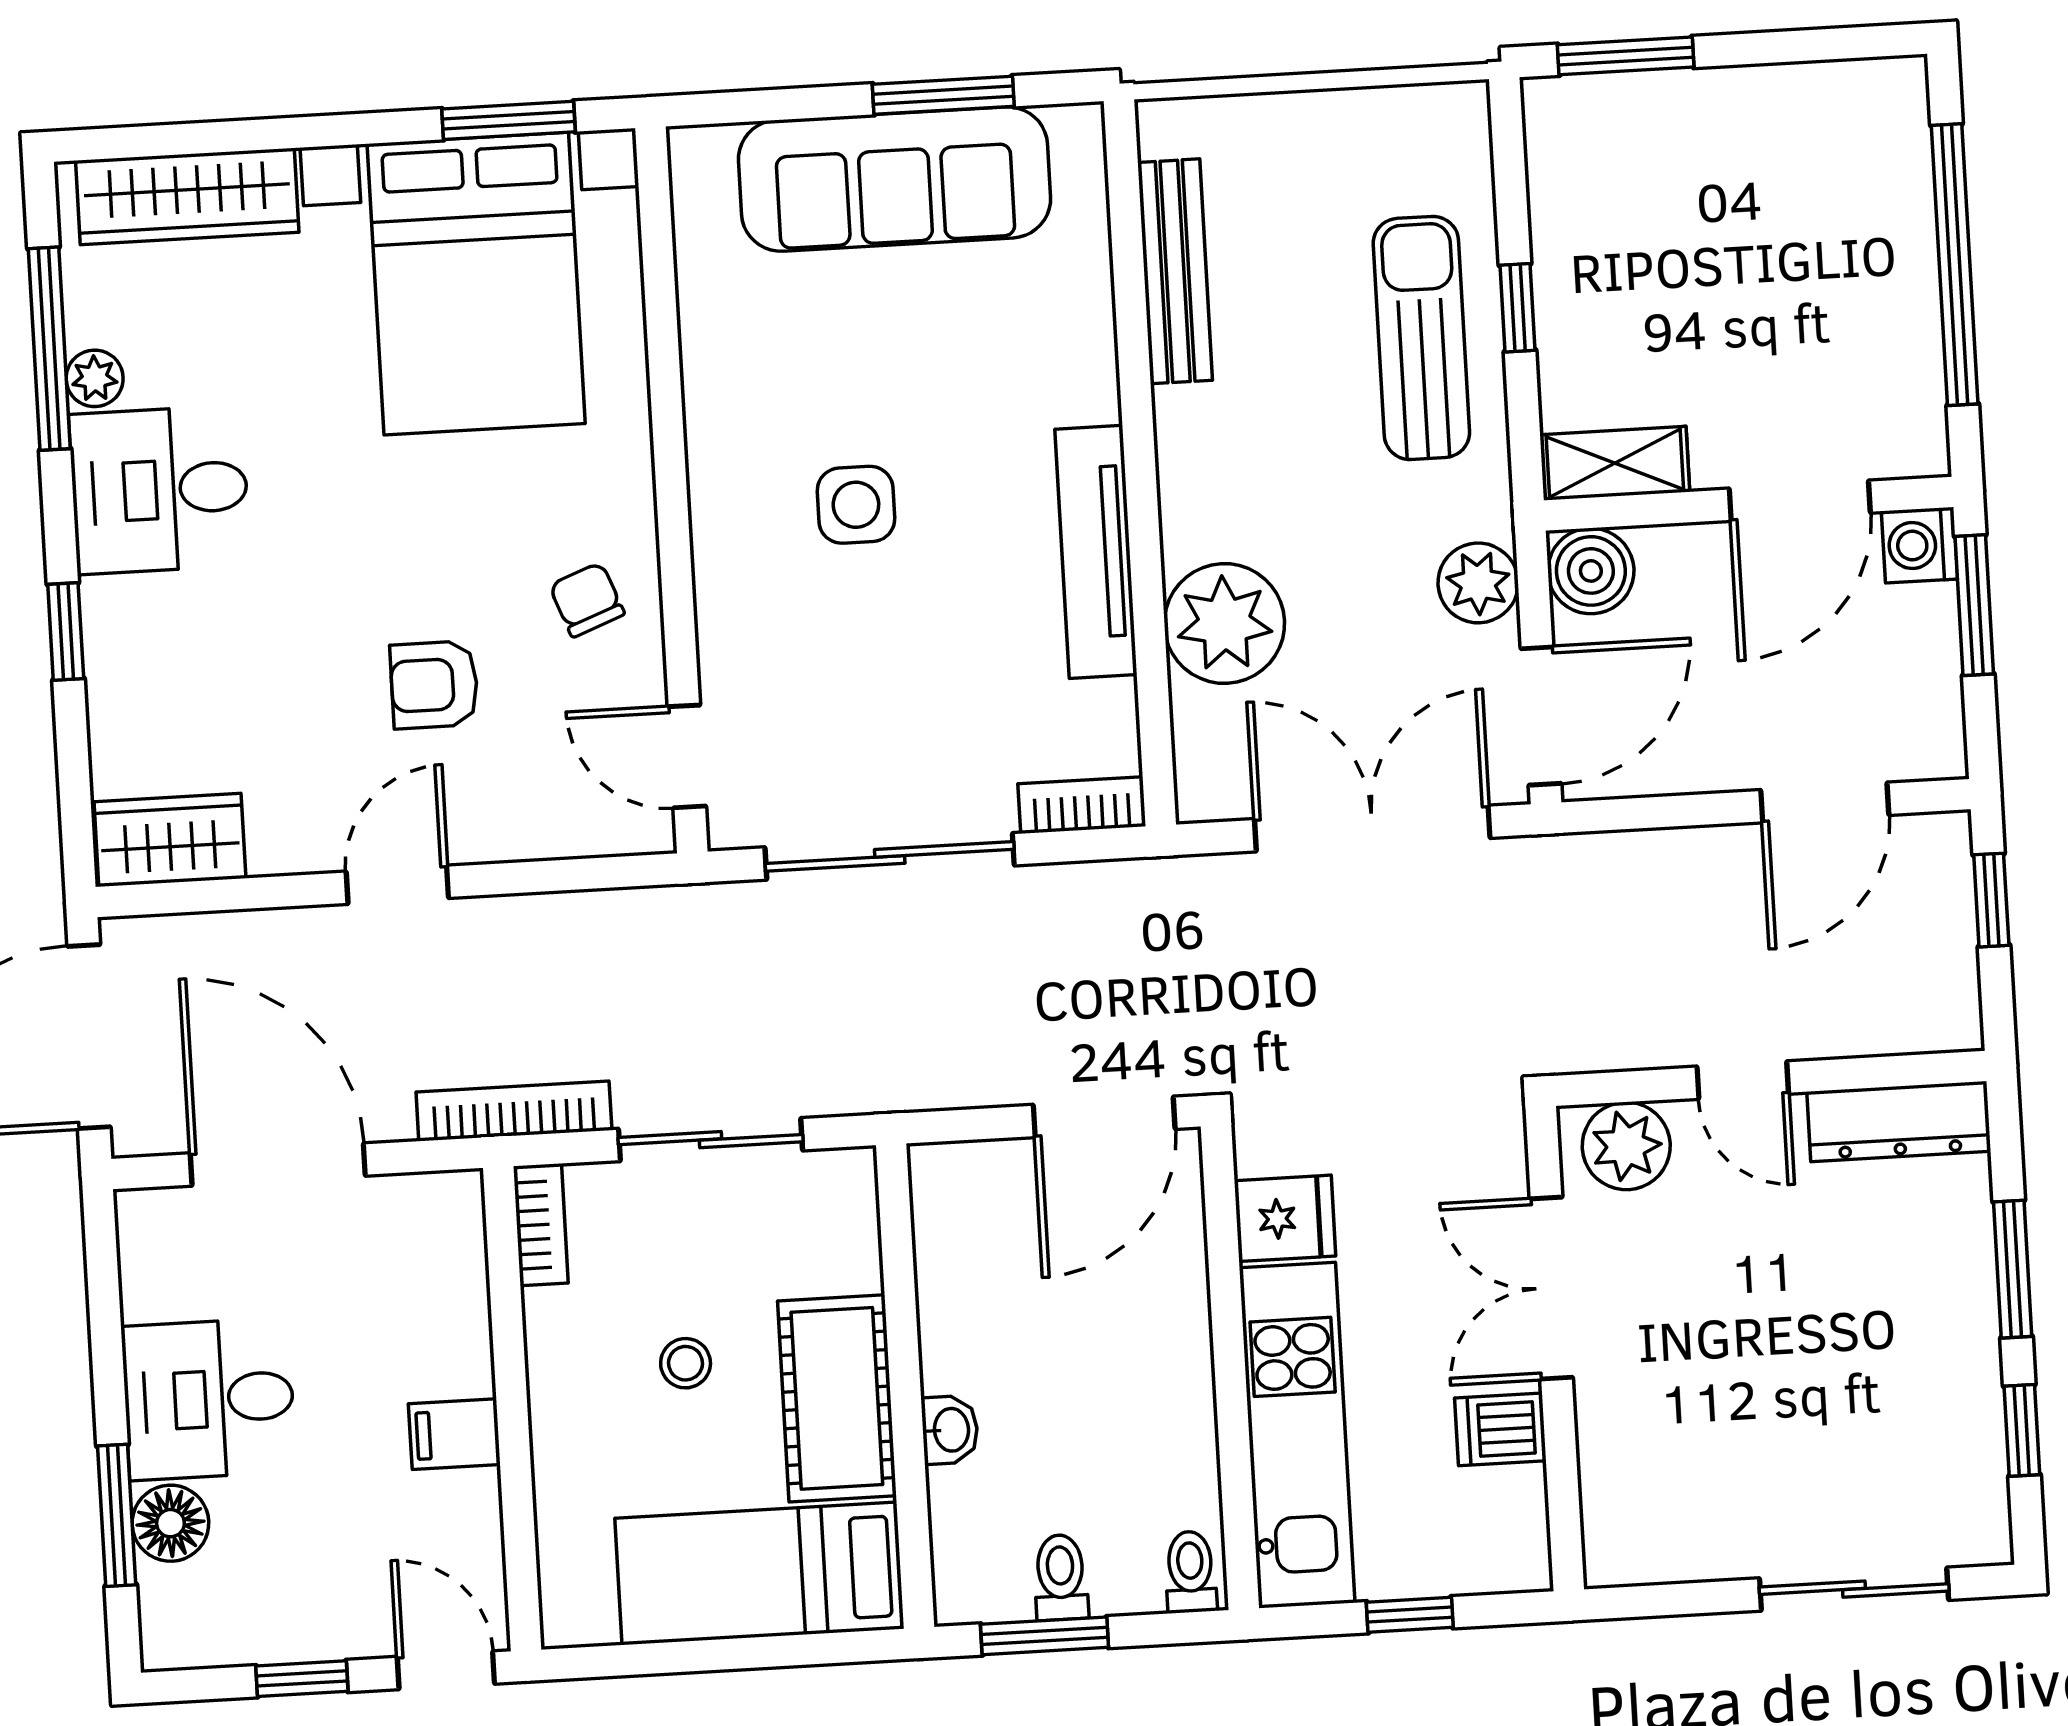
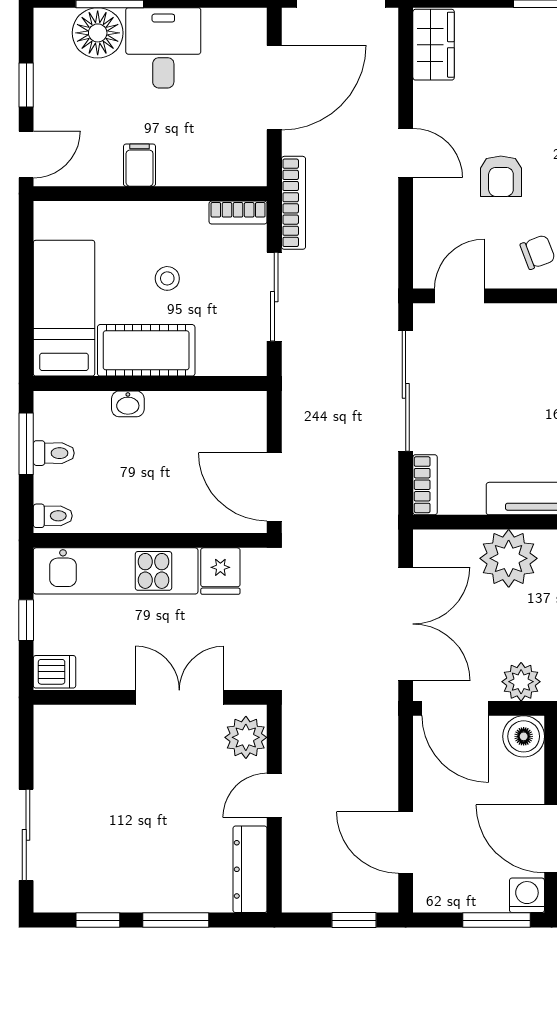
armchair: (434, 685) -> (501, 176), turned 180
dishwasher: (1500, 1429) -> (55, 672), moved, turned 90
floor lamp: (170, 1523) -> (98, 33), width x1.38, depth x1.38

